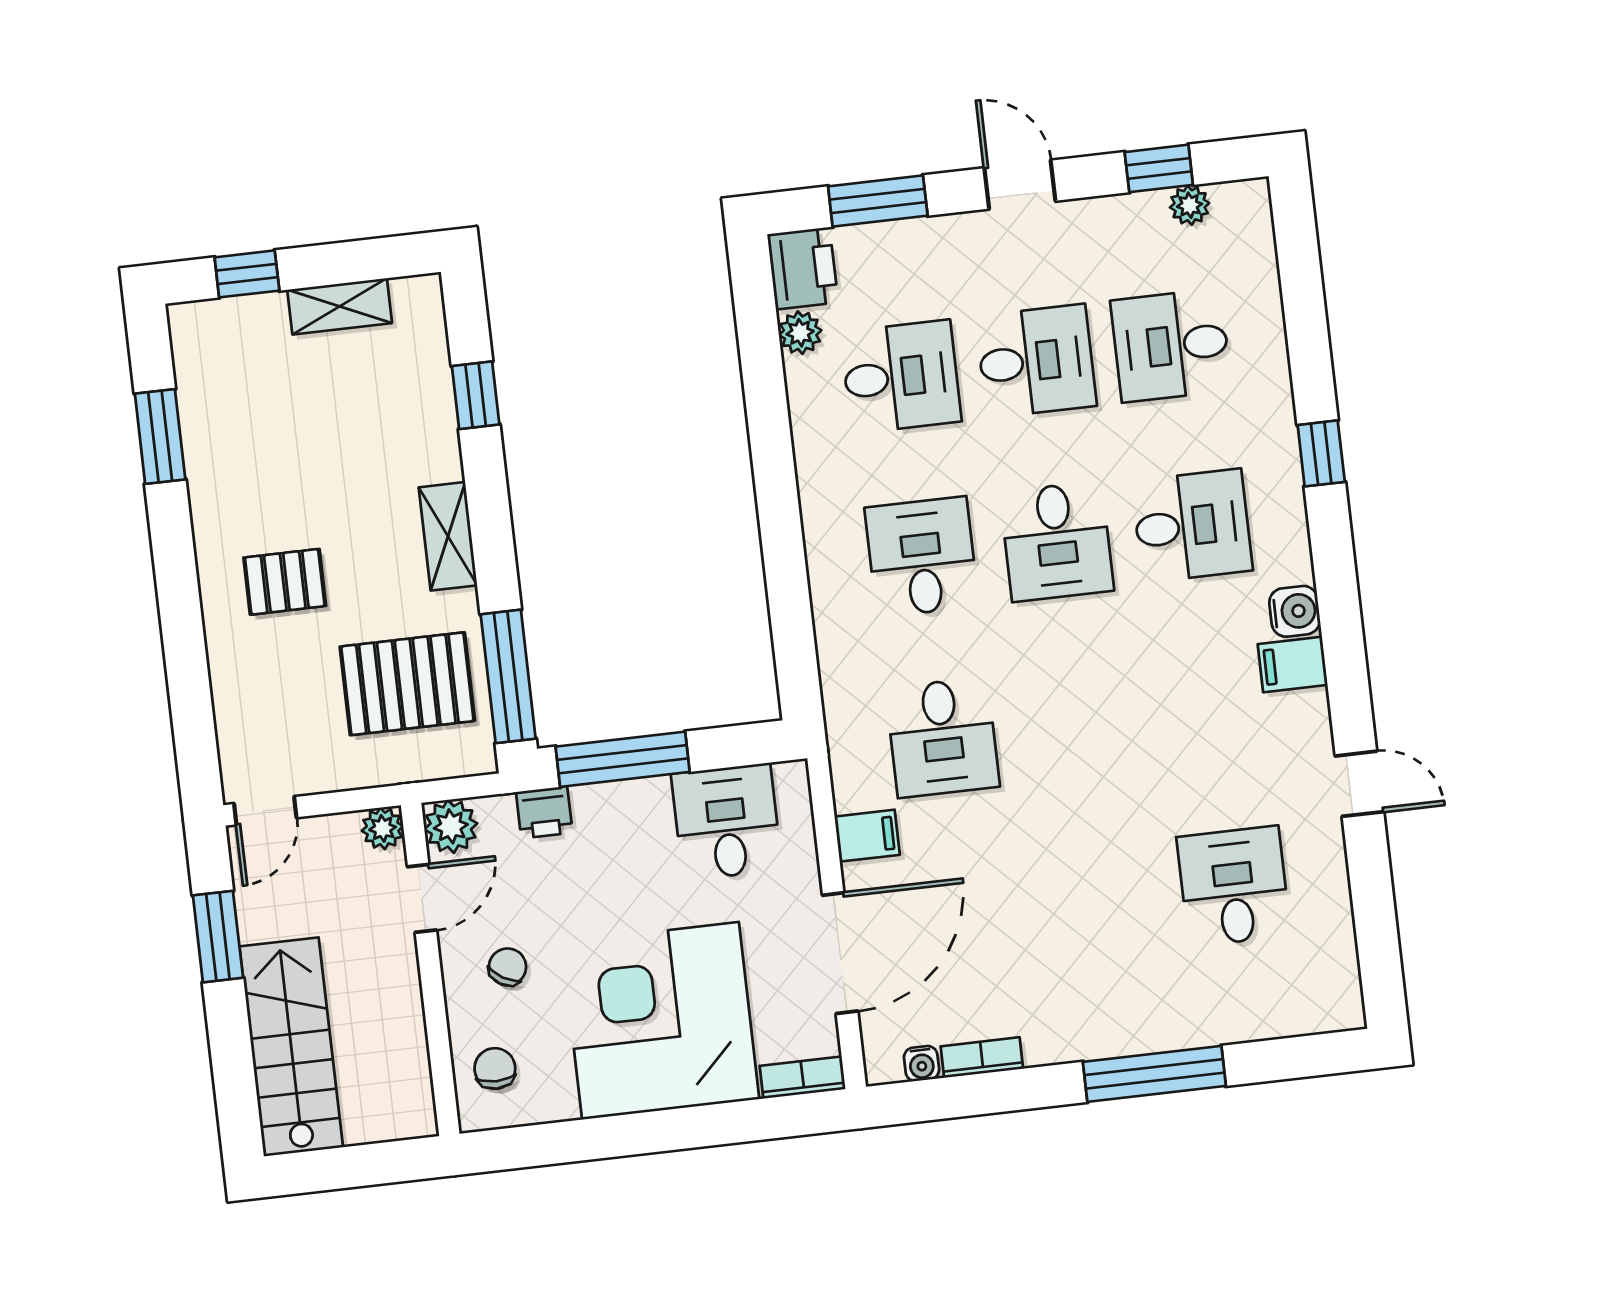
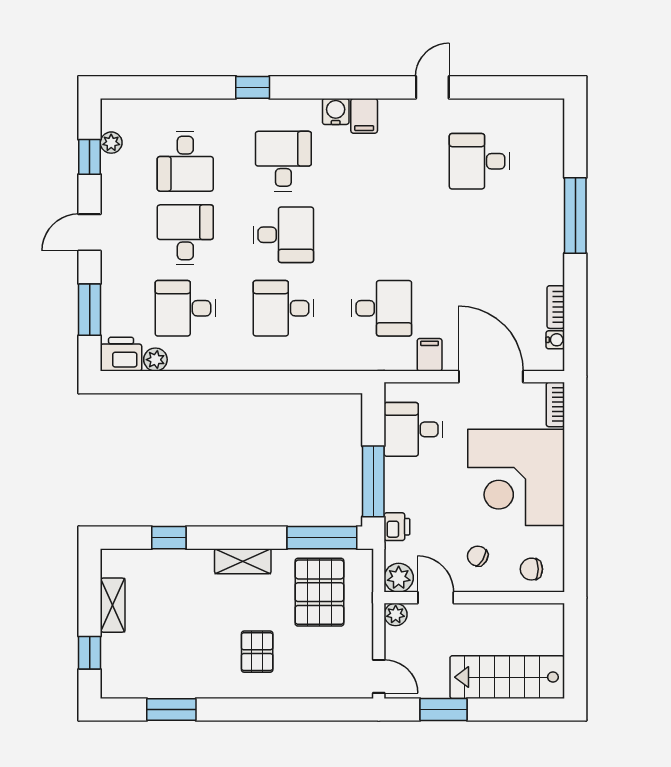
desk: (901, 377) -> (185, 308), turned -90

